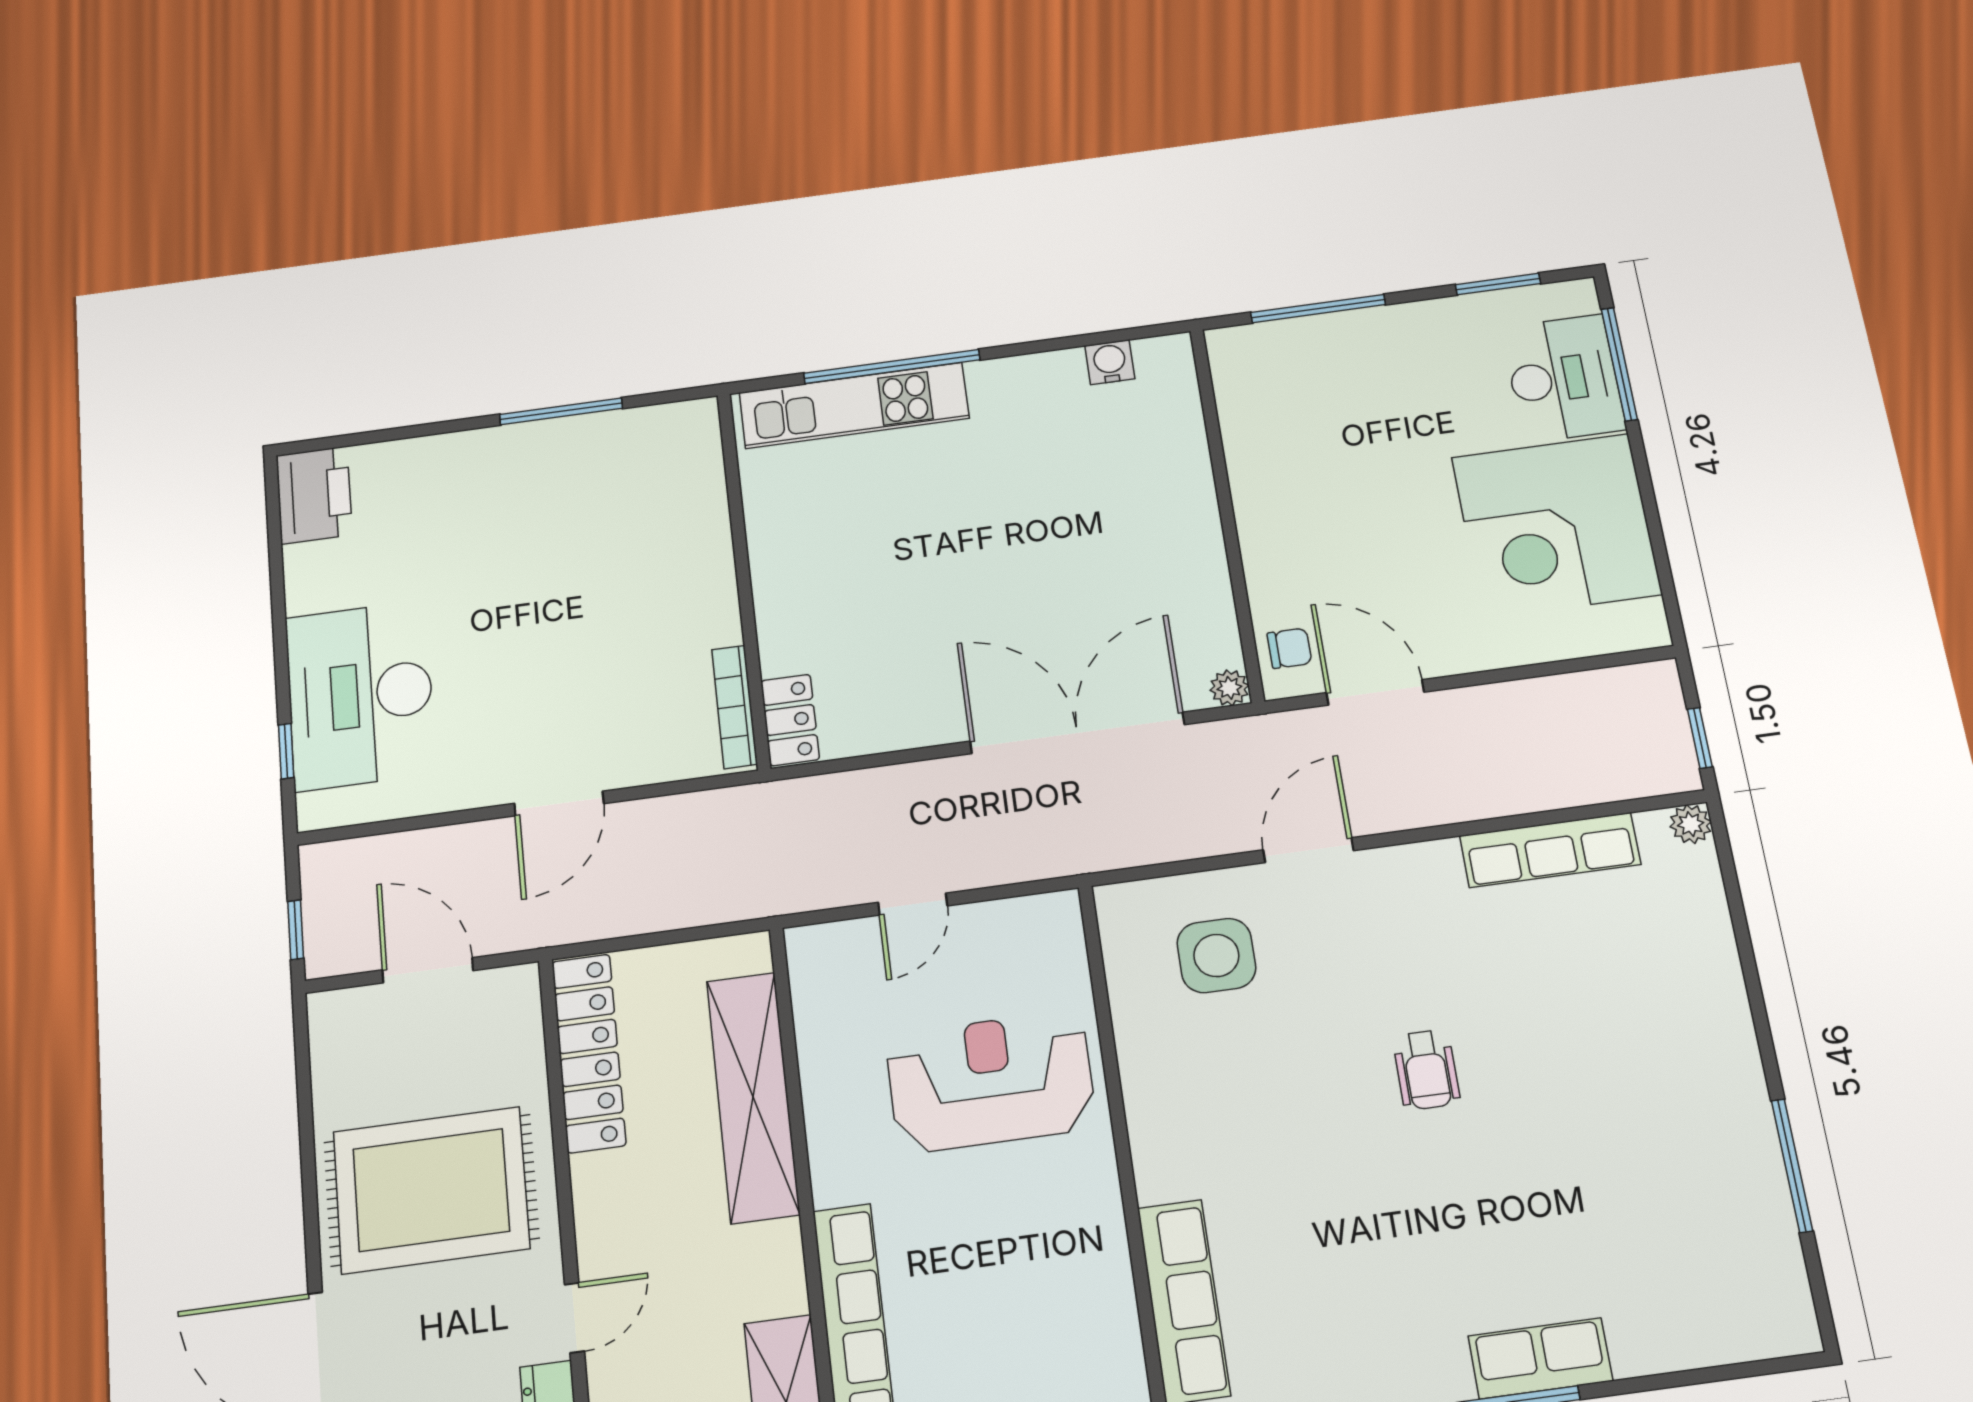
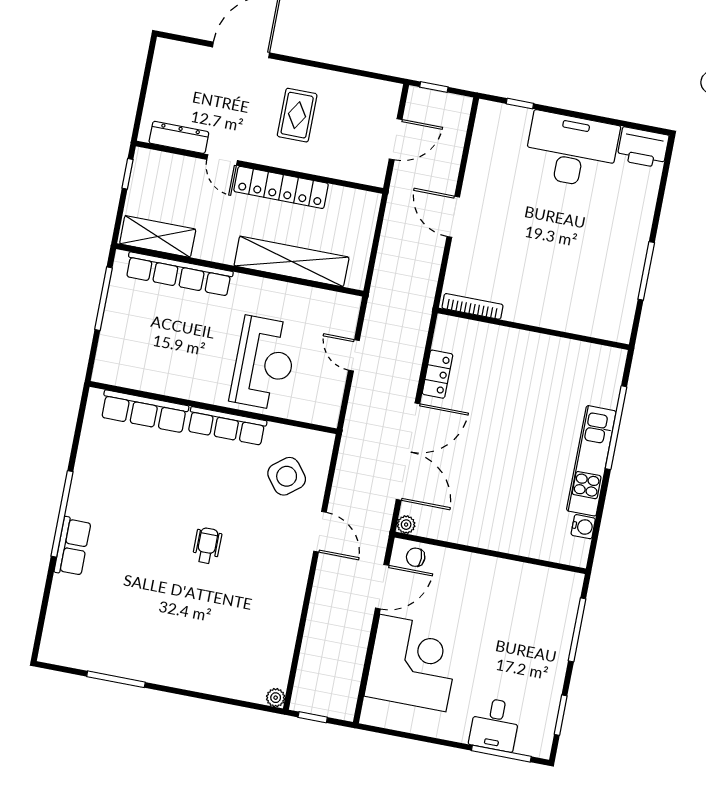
desk: (1563, 378) -> (495, 724), width x0.73
kitchen unit: (854, 405) -> (591, 461), moved
corner desk: (1556, 526) -> (413, 663), moved, turned 90
chair: (1289, 648) -> (416, 557), turned 90
desk: (360, 695) -> (571, 150), moved
locker: (790, 720) -> (438, 374), moved, turned -90
row of seats: (1550, 850) -> (227, 426), moved, turned -90
side table: (1216, 956) -> (287, 476), turned -38
locker: (589, 1053) -> (281, 187), moved
wheelchair: (1426, 1070) -> (207, 546), turned 90
rug: (431, 1190) -> (297, 115), width x0.54, depth x0.49

